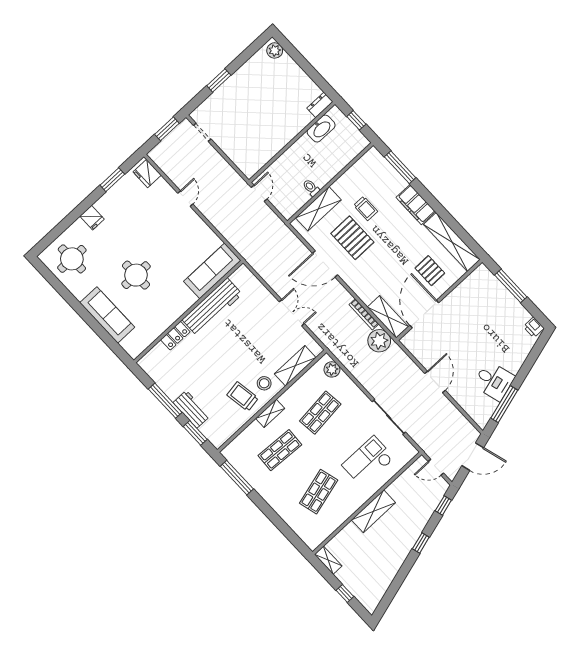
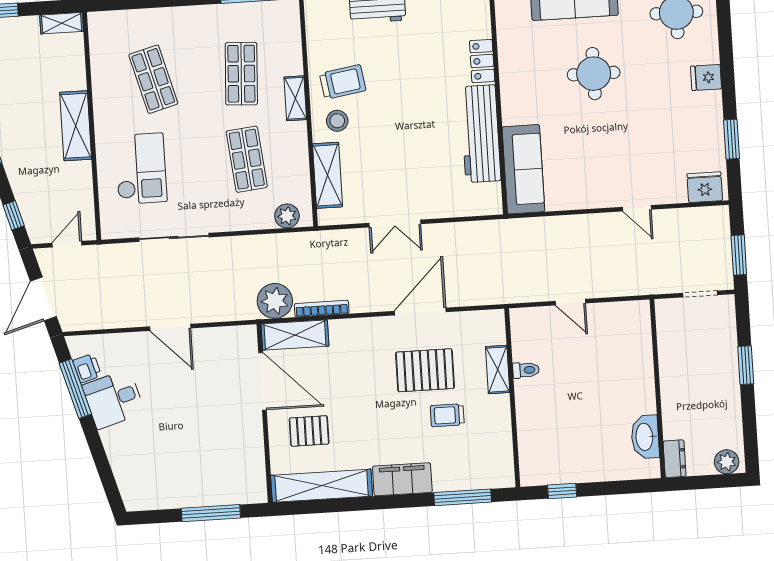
dresser: (320, 105) -> (675, 459), moved
washbasin: (321, 129) -> (645, 437), moved
wall: (292, 142) -> (658, 389), moved
shelving: (318, 209) -> (498, 370), width x0.67, depth x0.75
printer: (534, 327) -> (87, 368), moved, turned 74

